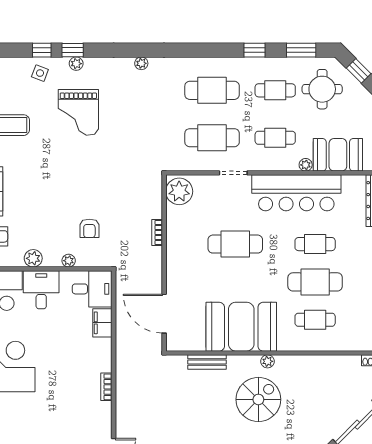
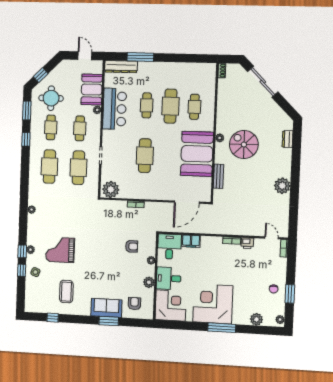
grand piano: (78, 112) -> (60, 250), turned 180
bar counter: (296, 193) -> (115, 109), width x0.73
printer: (103, 411) -> (247, 243), added

